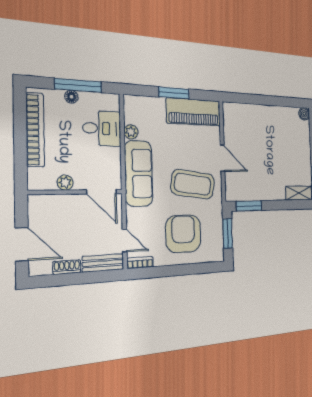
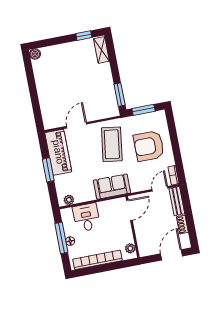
plant: (131, 132) -> (69, 200), moved
door: (223, 158) -> (77, 125), moved
sofa: (139, 173) -> (112, 187), width x0.73
plant: (65, 183) -> (130, 248), moved

